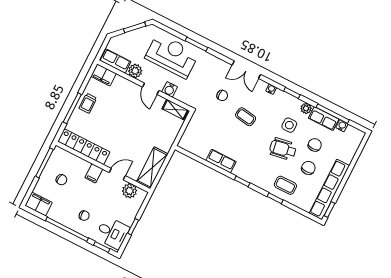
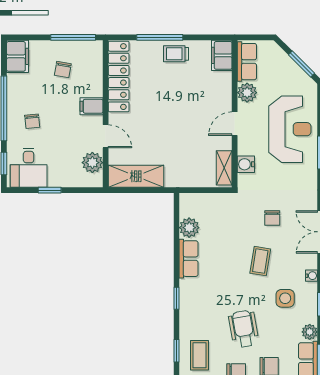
water cooler: (170, 89) -> (246, 164), moved
side table: (289, 125) -> (285, 298), moved
plant: (202, 151) -> (189, 228), added

